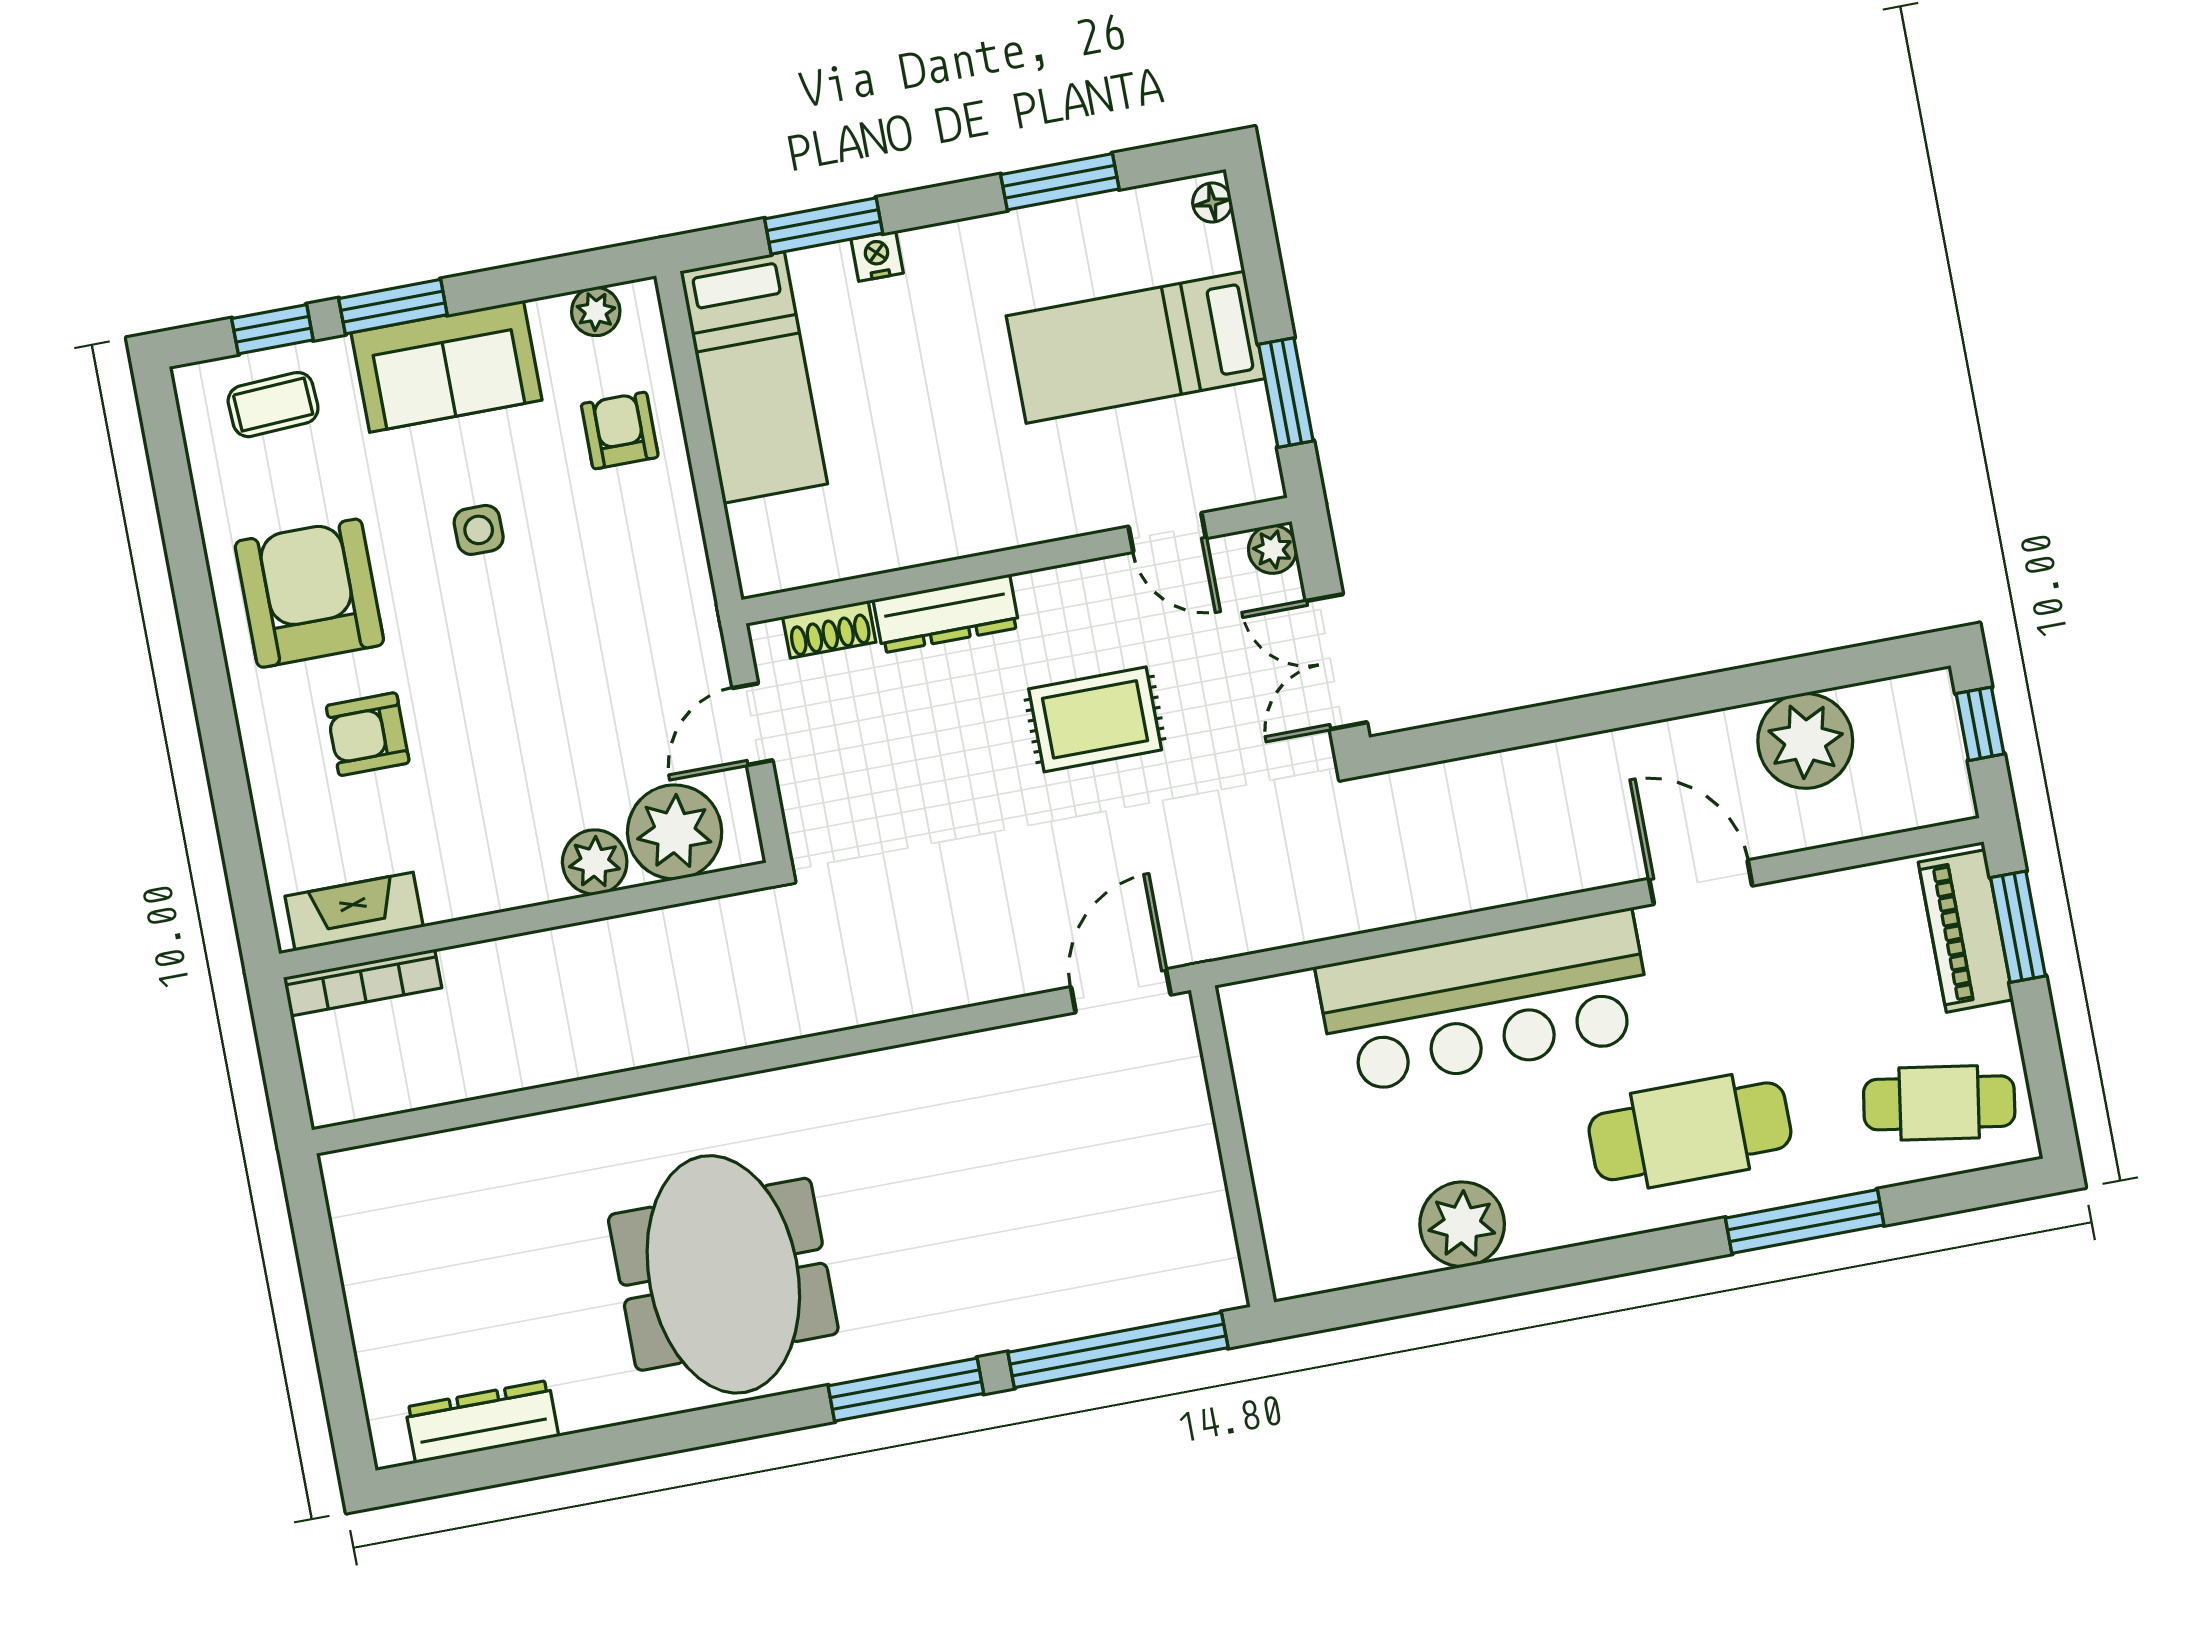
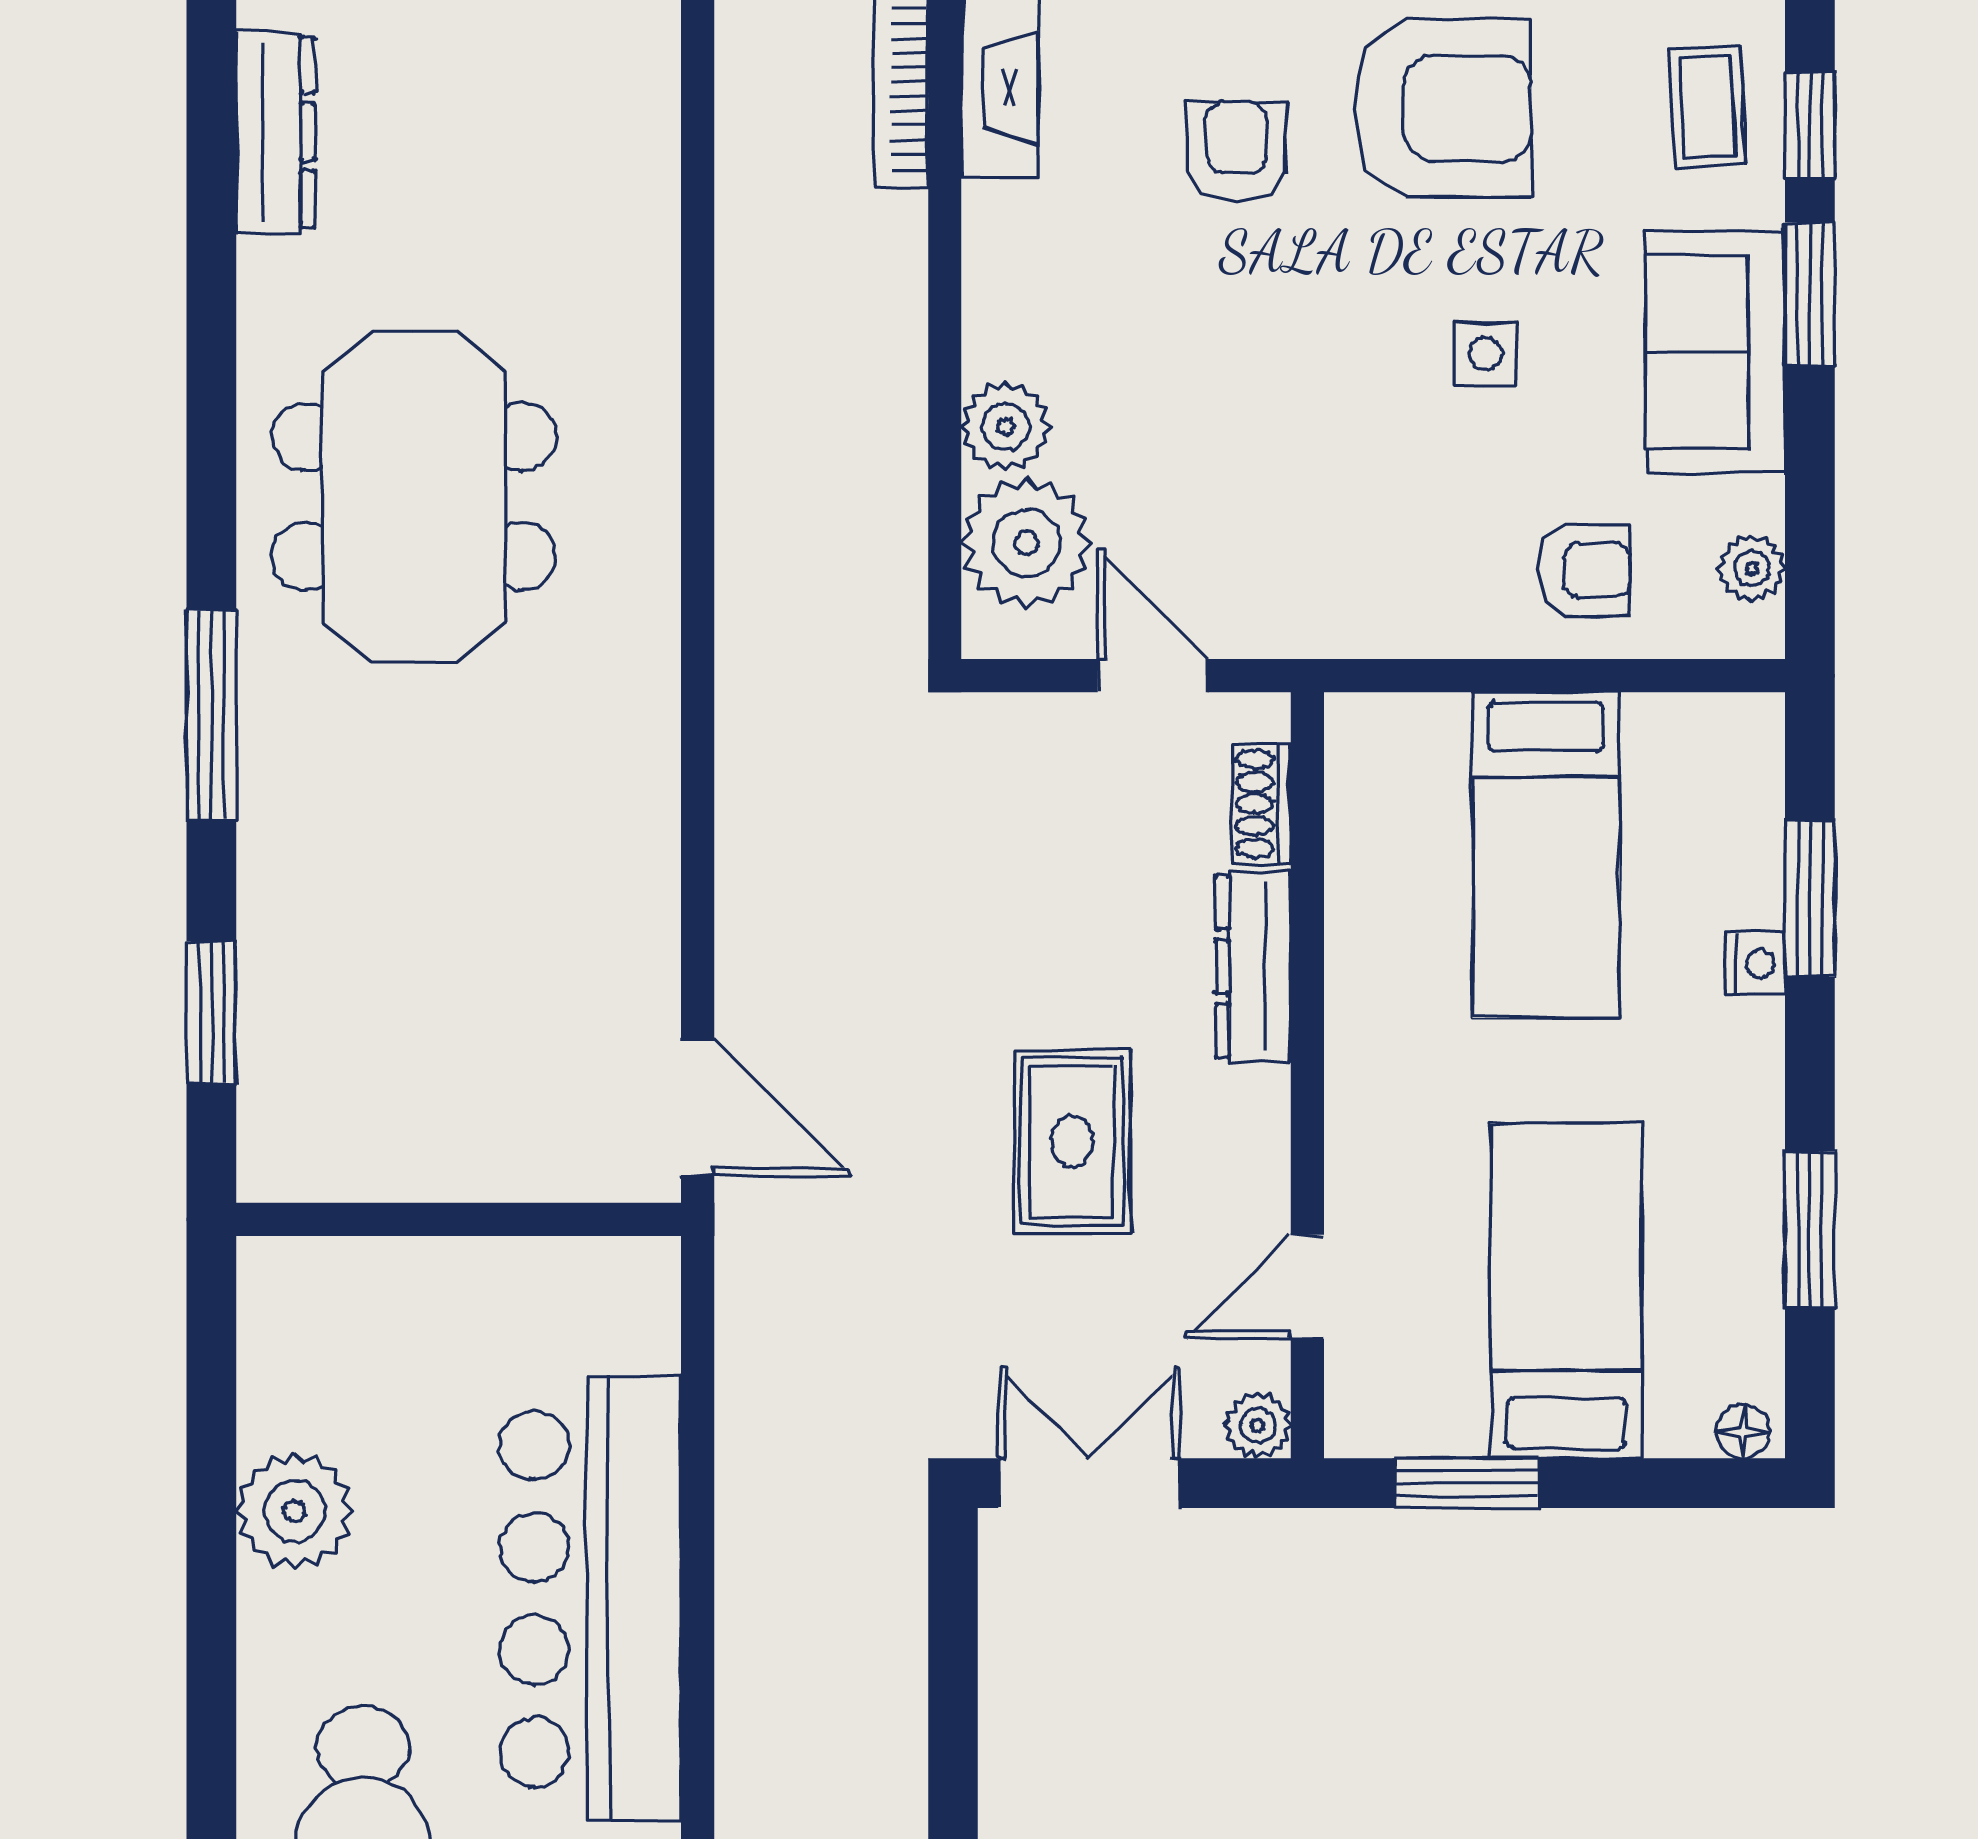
bed: (754, 377) -> (1546, 855), moved, turned -90
meeting table: (723, 1274) -> (414, 497), turned 90
window: (1118, 1350) -> (211, 1012), width x0.47

